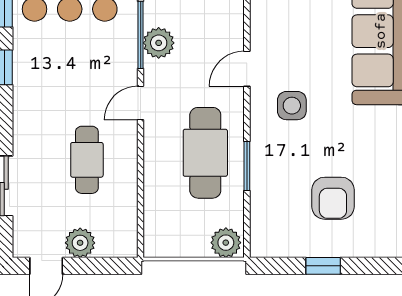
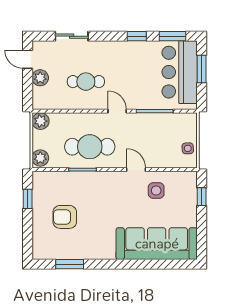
plant: (159, 43) -> (41, 121), moved
side table: (292, 106) -> (156, 191), moved
window: (323, 266) -> (28, 199), moved

